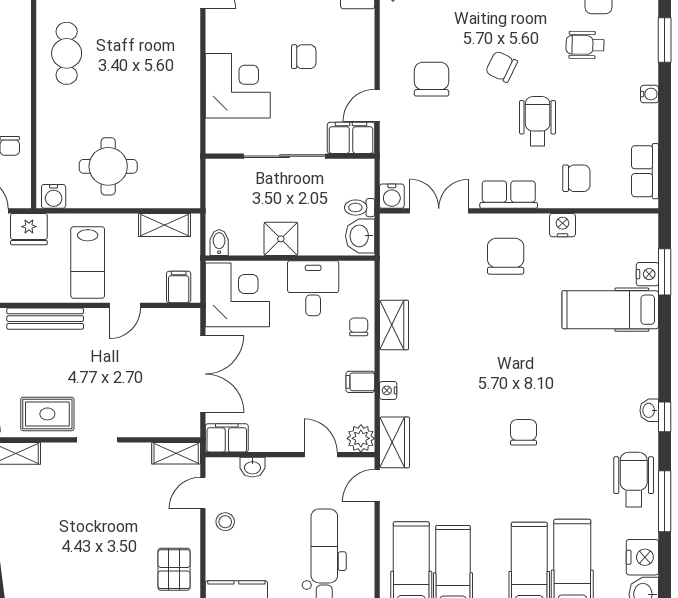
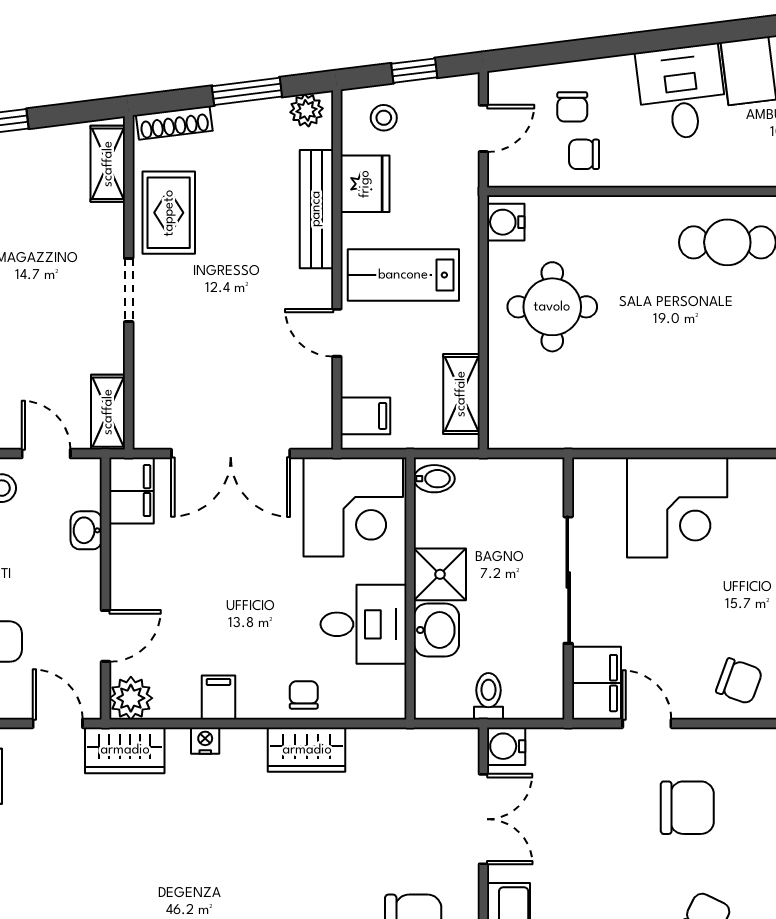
chair: (304, 57) -> (739, 681), moved, turned -70
fridge: (29, 229) -> (365, 184), moved, turned 180
washbasin: (360, 236) -> (436, 630), moved, turned 90
chair: (359, 327) -> (304, 695), turned -90

